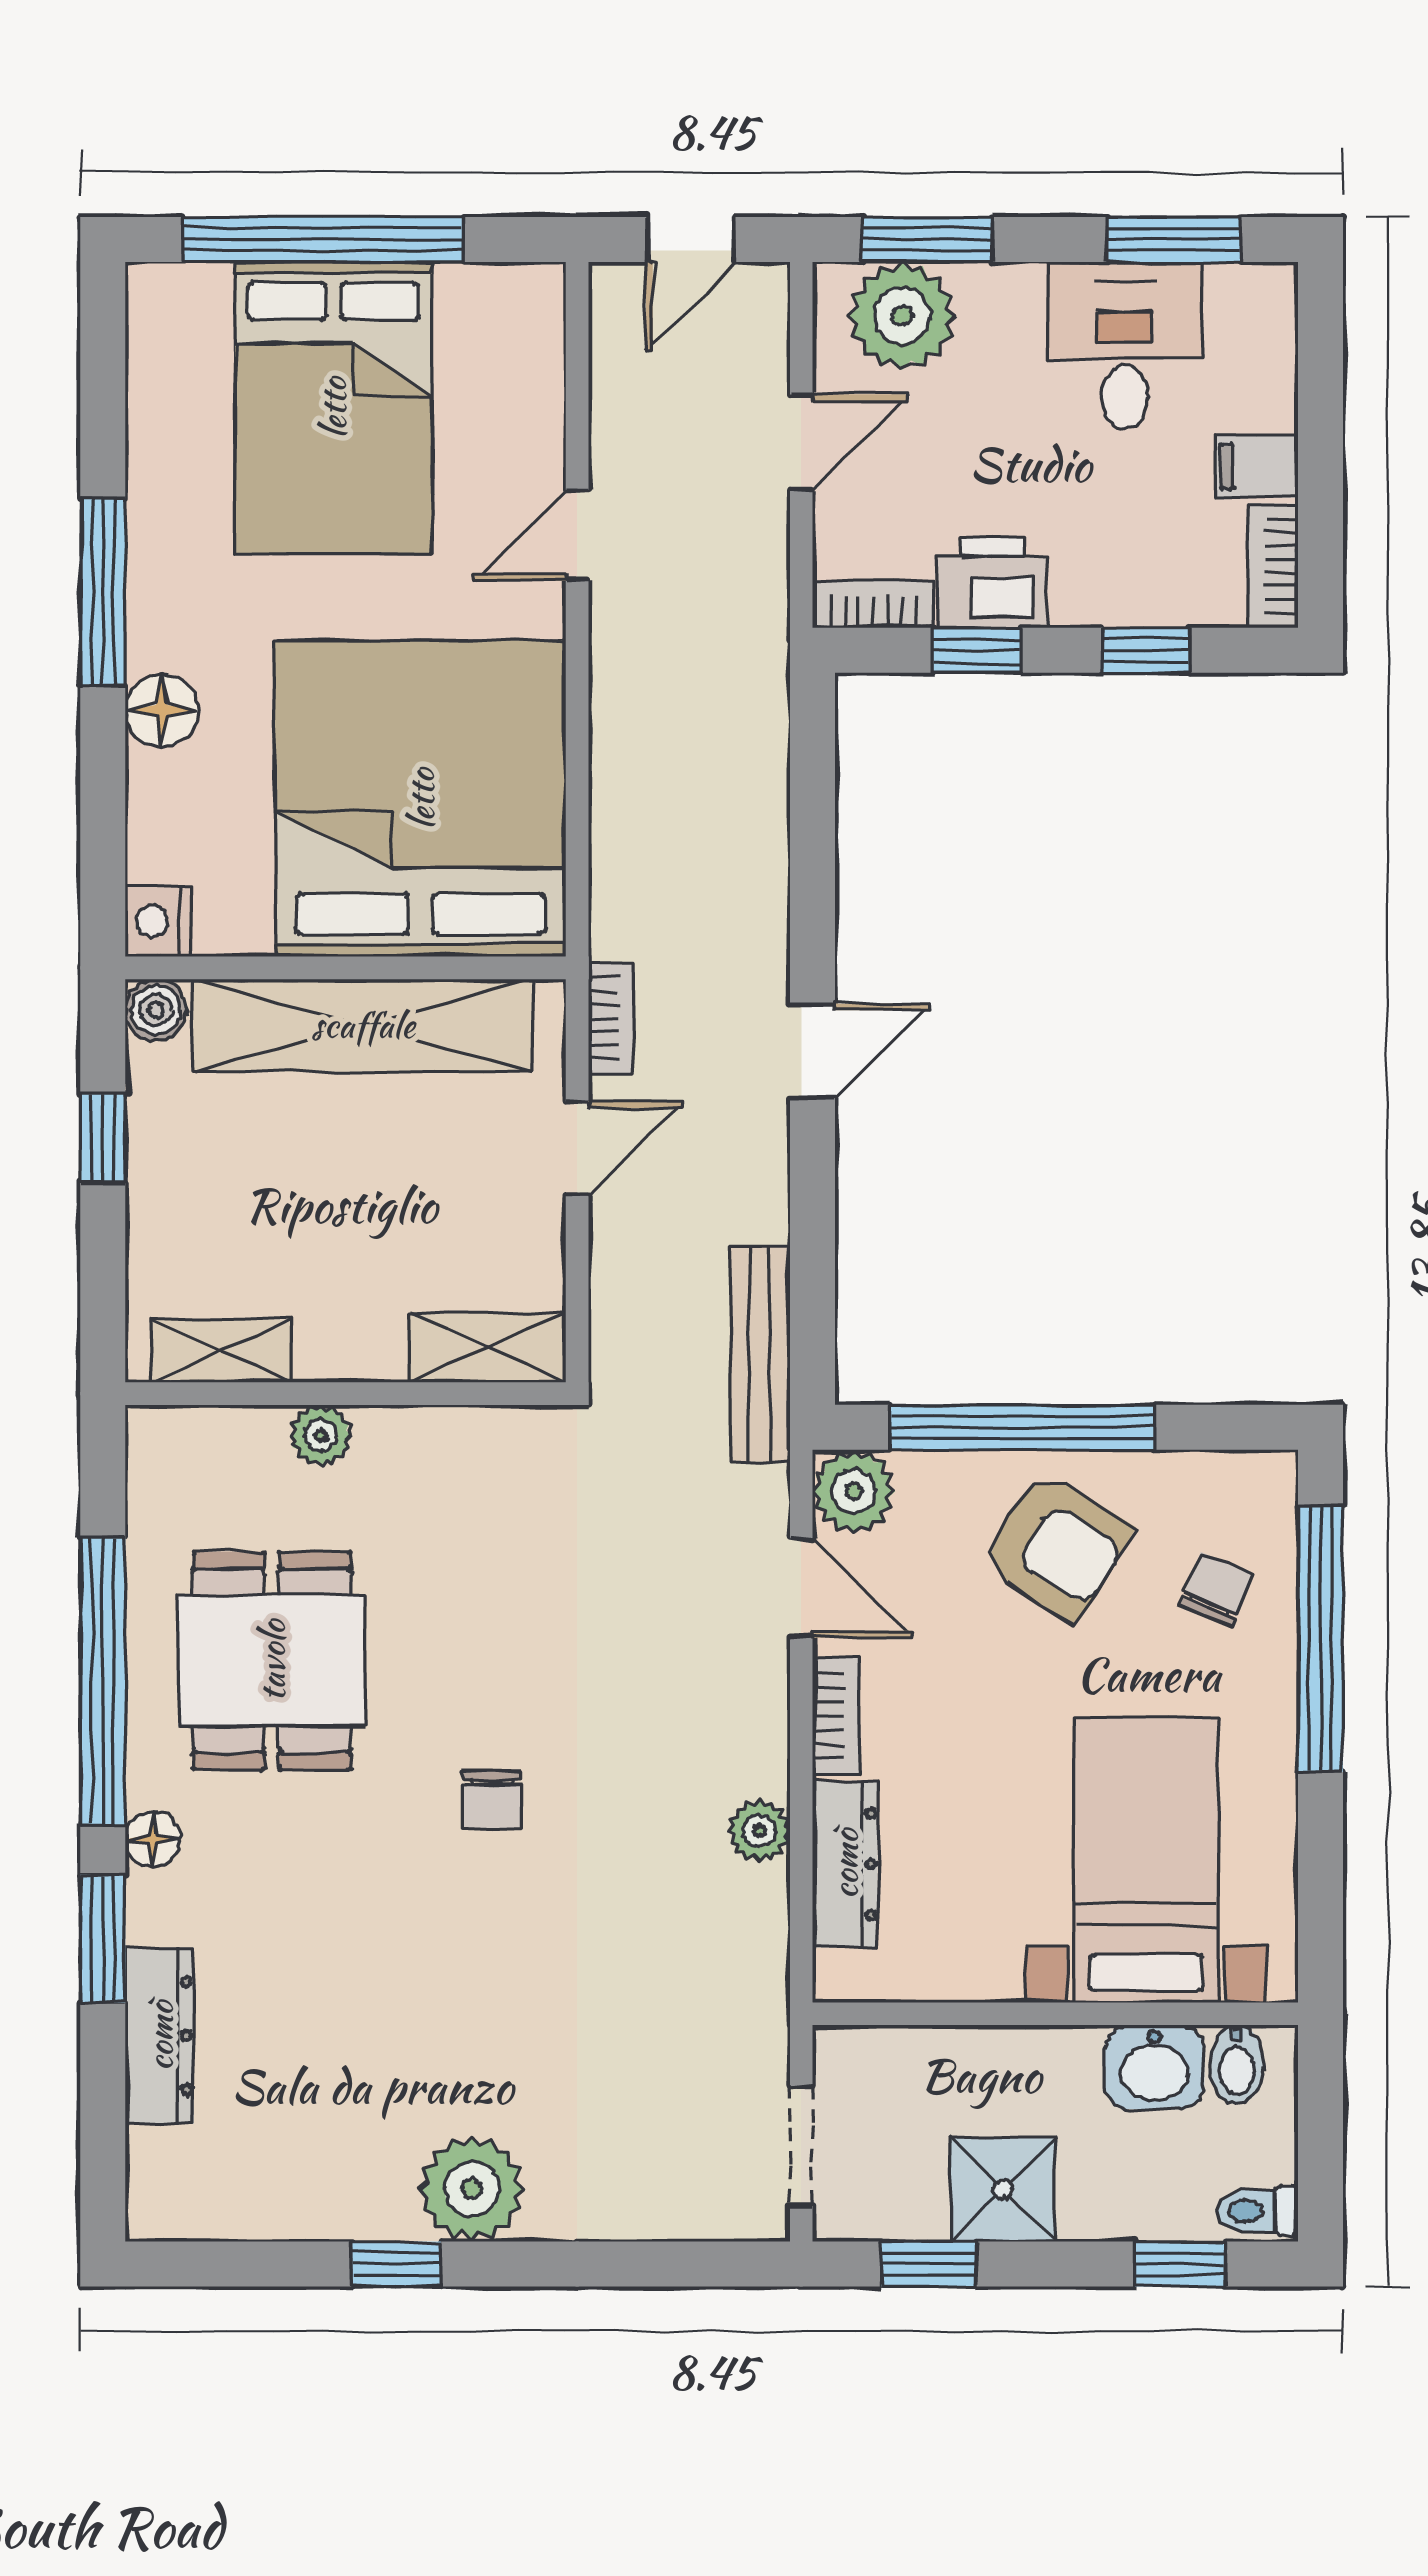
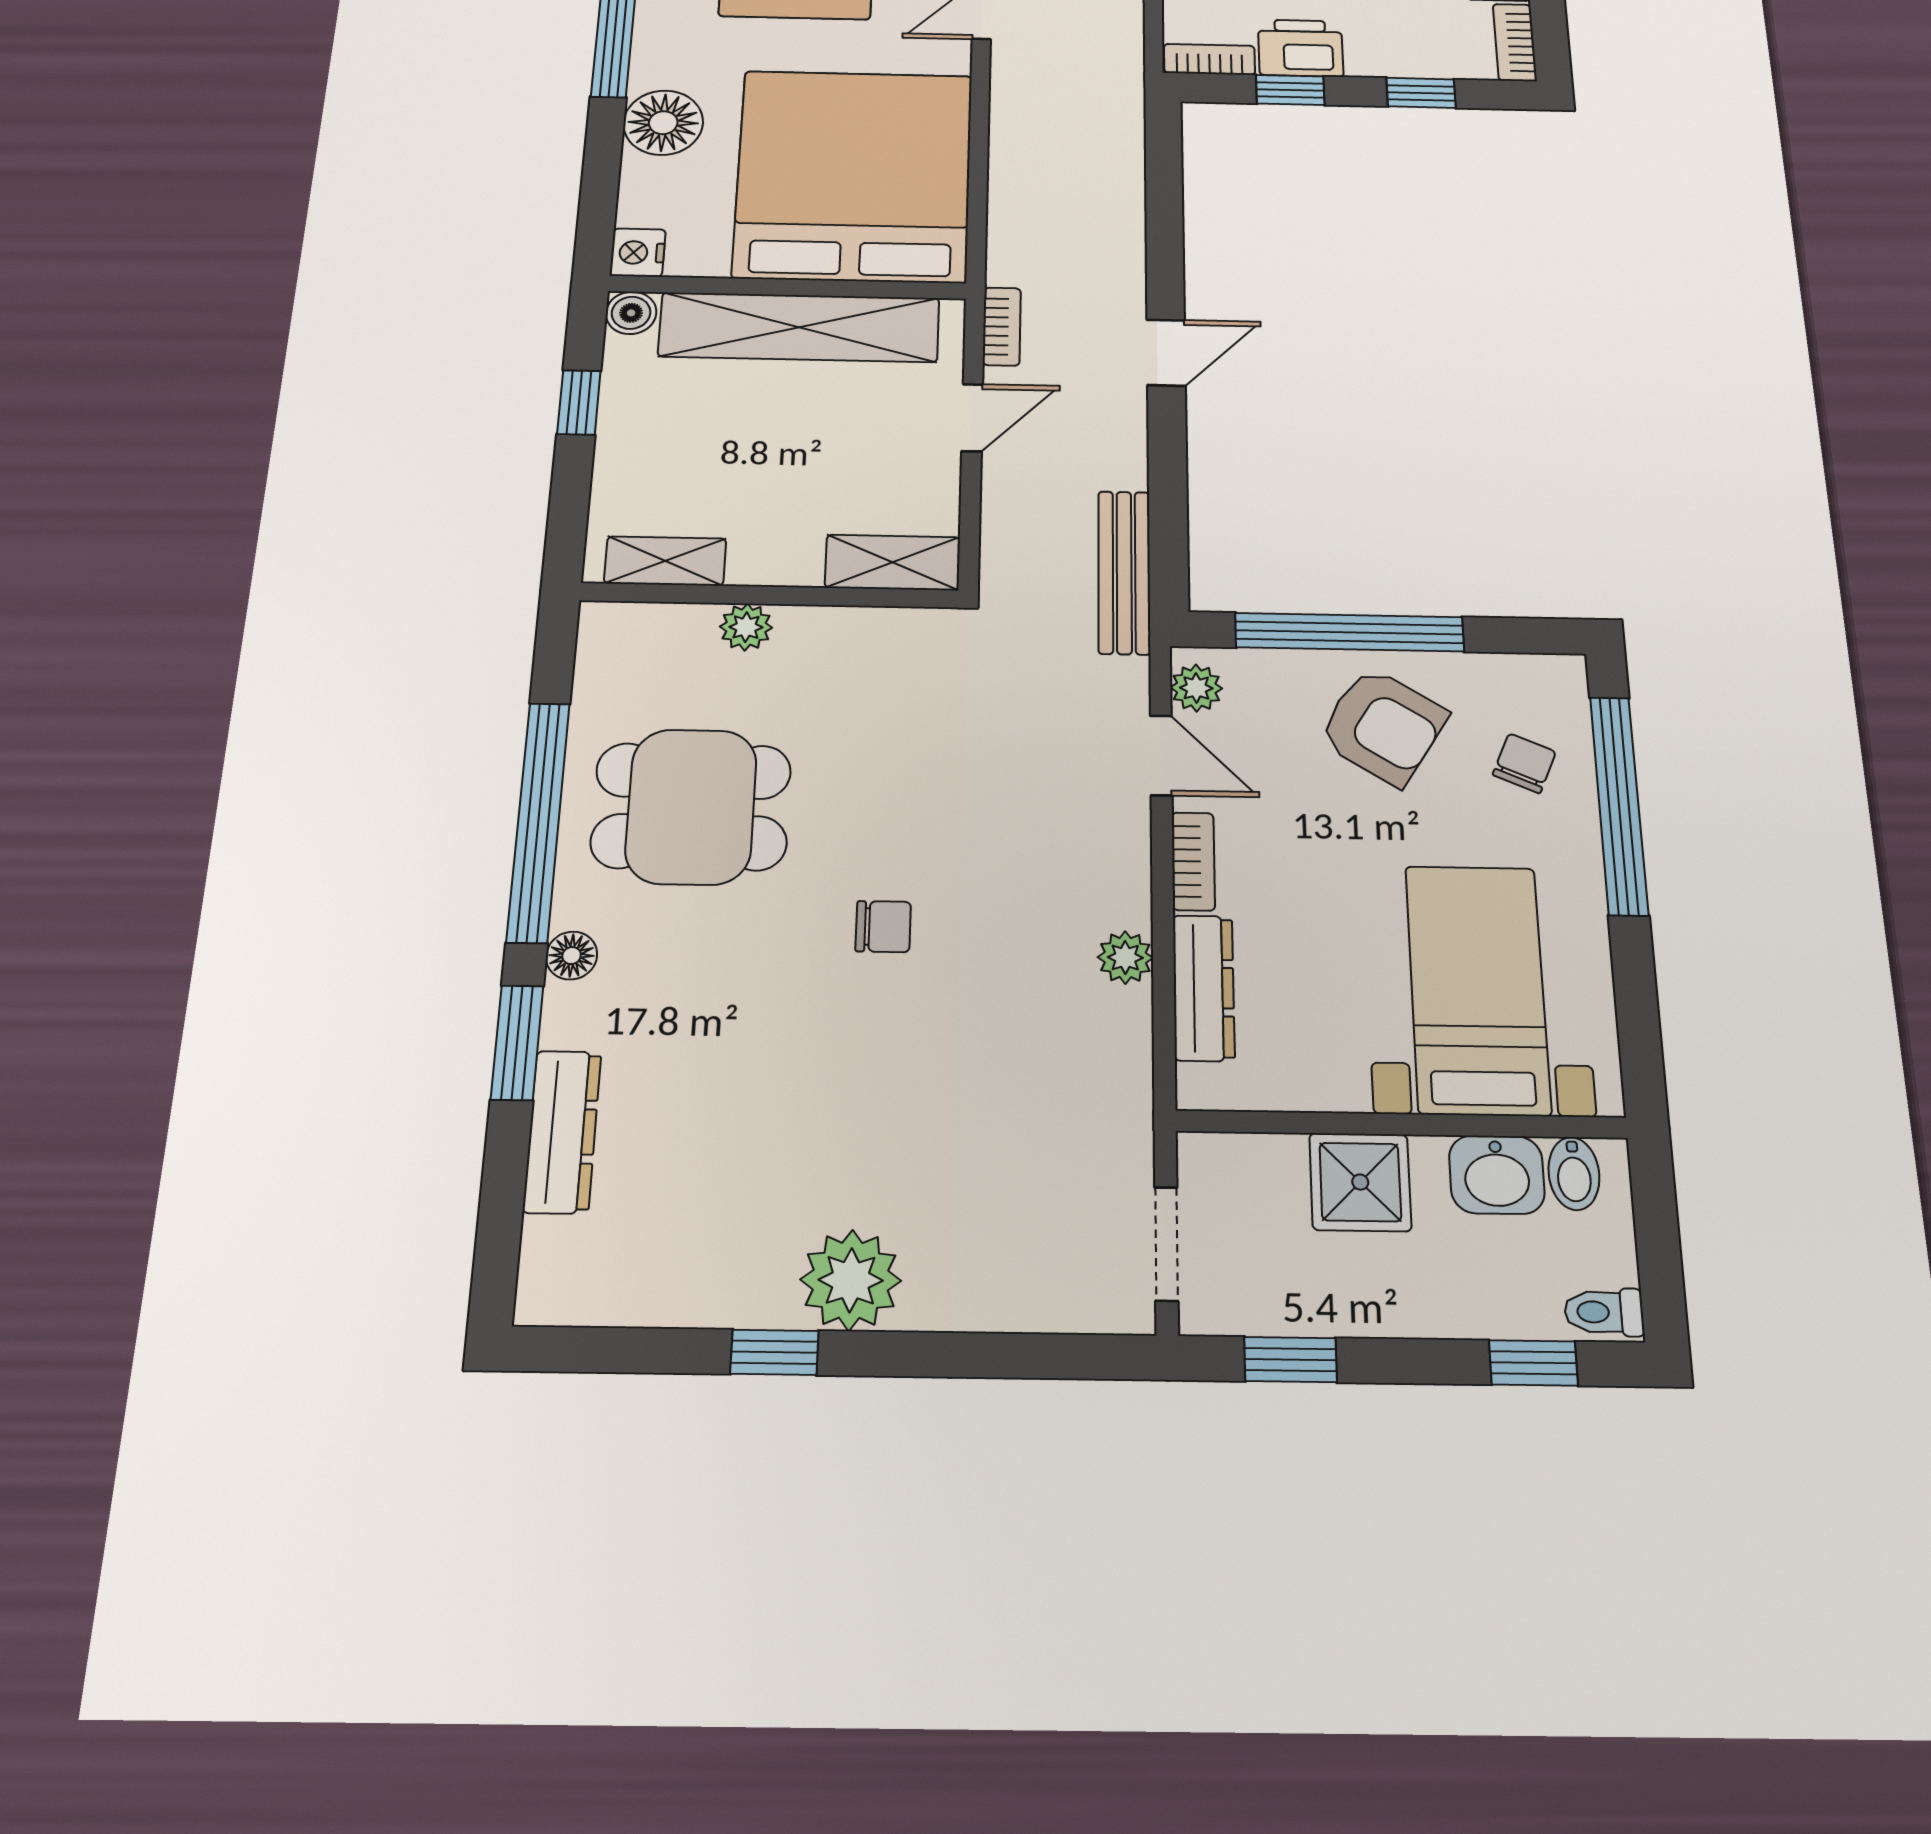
floor lamp: (162, 710) -> (663, 123), width x1.38, depth x1.38
plant: (854, 1491) -> (1196, 688), width x0.73, depth x0.73
dining table: (272, 1661) -> (691, 807), turned 90
chair: (492, 1800) -> (883, 927), turned -90
shower: (1003, 2189) -> (1360, 1182), moved

